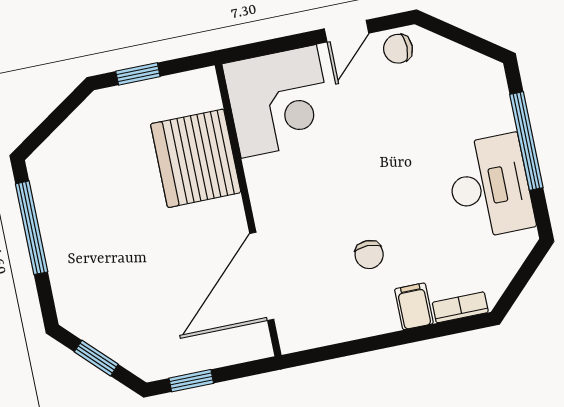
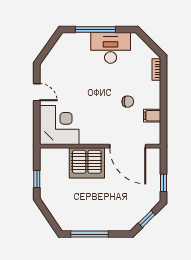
chair: (398, 49) -> (48, 73), removed
server rack: (196, 158) -> (87, 163), moved
filing cabinet: (414, 306) -> (152, 116), moved

